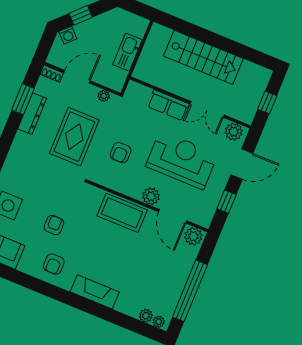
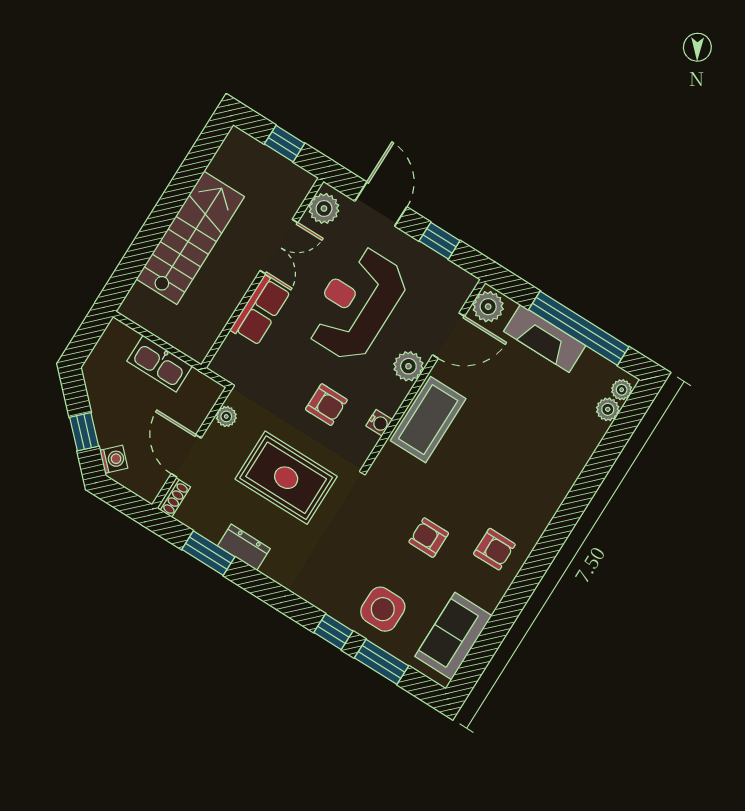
dresser: (32, 114) -> (244, 547), width x0.70
water cooler: (115, 185) -> (379, 423), added
fireplace: (95, 292) -> (545, 338), moved, turned -90

